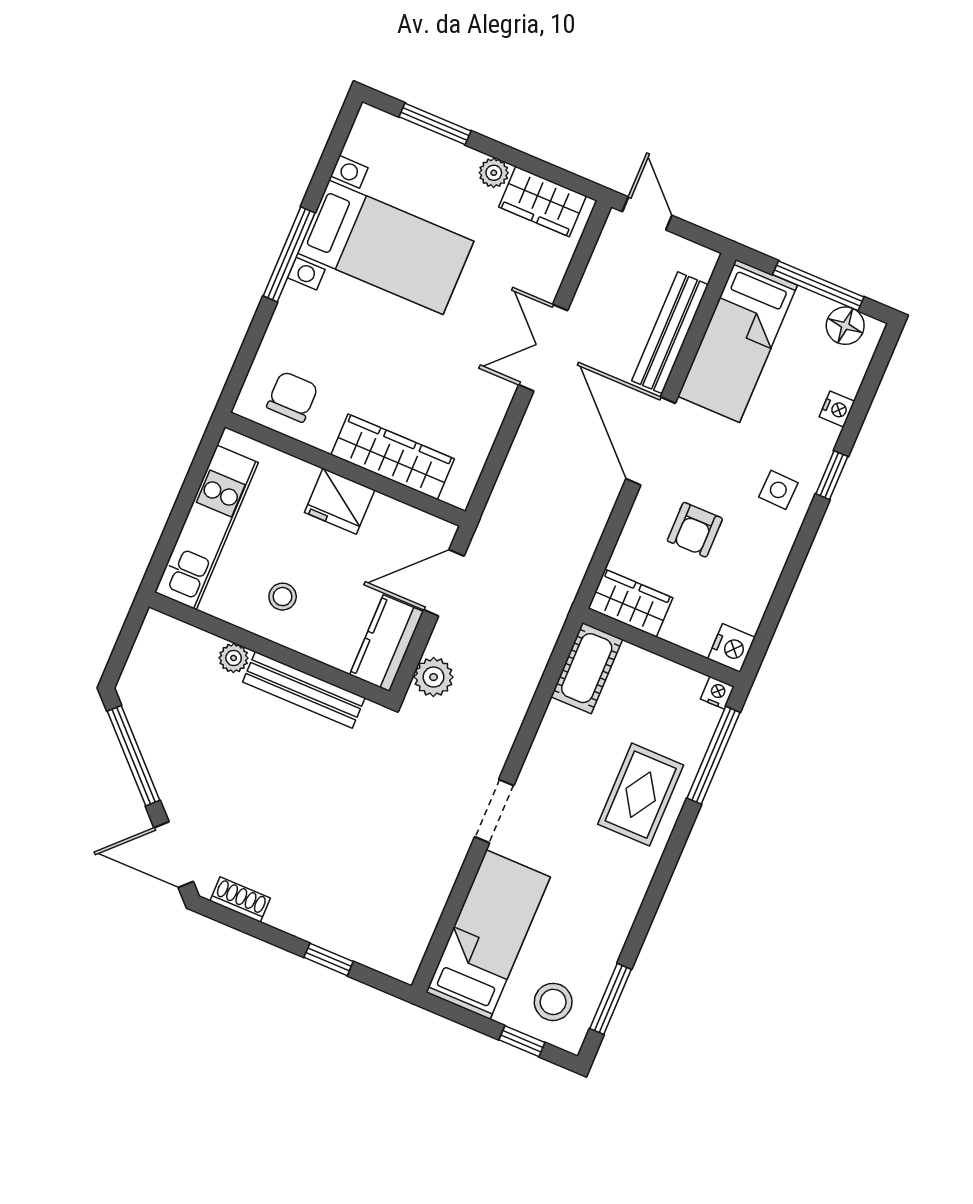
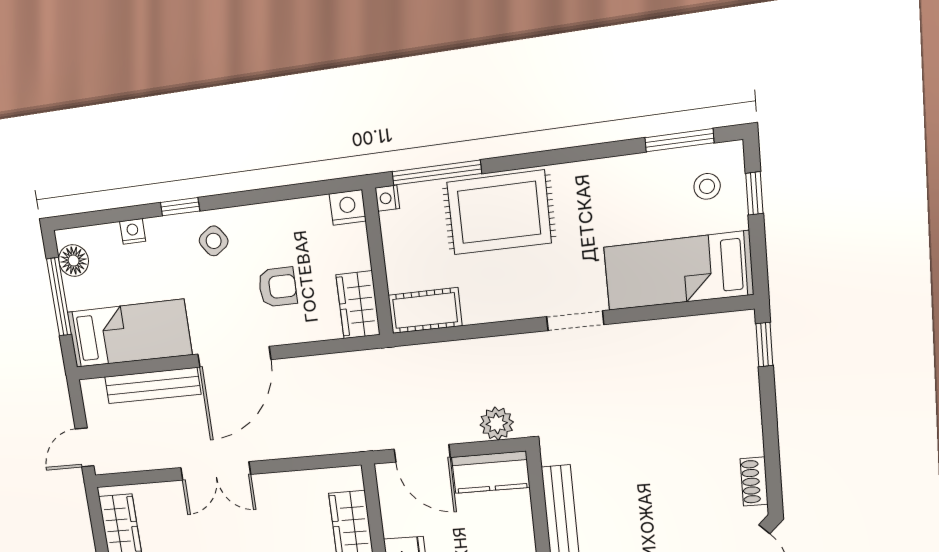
side table: (778, 490) -> (214, 241), turned -37
rug: (641, 795) -> (499, 212), width x1.36, depth x1.43
window: (329, 959) -> (764, 345), moved
stool: (553, 1002) -> (707, 186), width x0.73, depth x0.73

